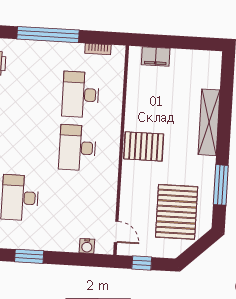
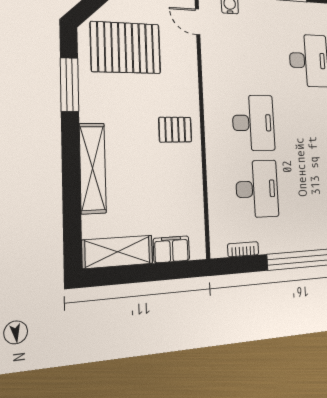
shelving: (196, 60) -> (118, 252), added
pallet: (144, 146) -> (175, 130), width x0.67, depth x0.71
pallet: (177, 212) -> (126, 48), turned 90

